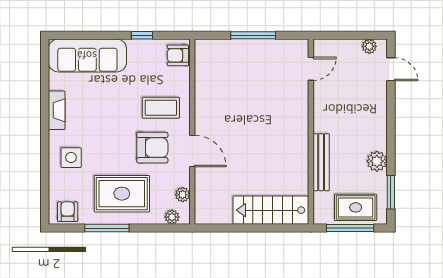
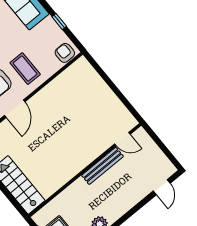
window: (253, 35) -> (114, 88), removed
plant: (369, 46) -> (165, 163), removed
bench: (321, 162) -> (103, 166), moved

